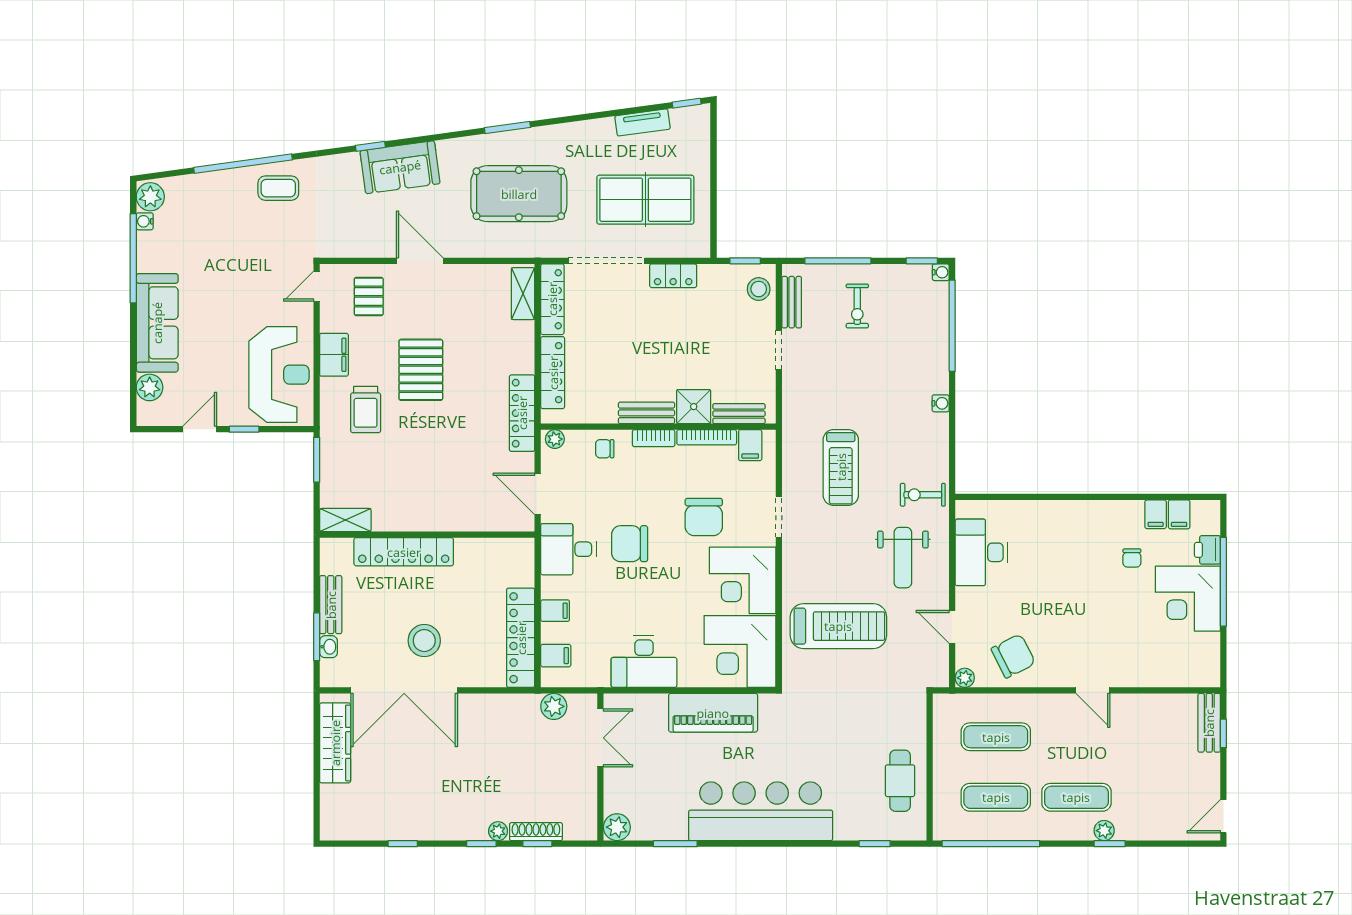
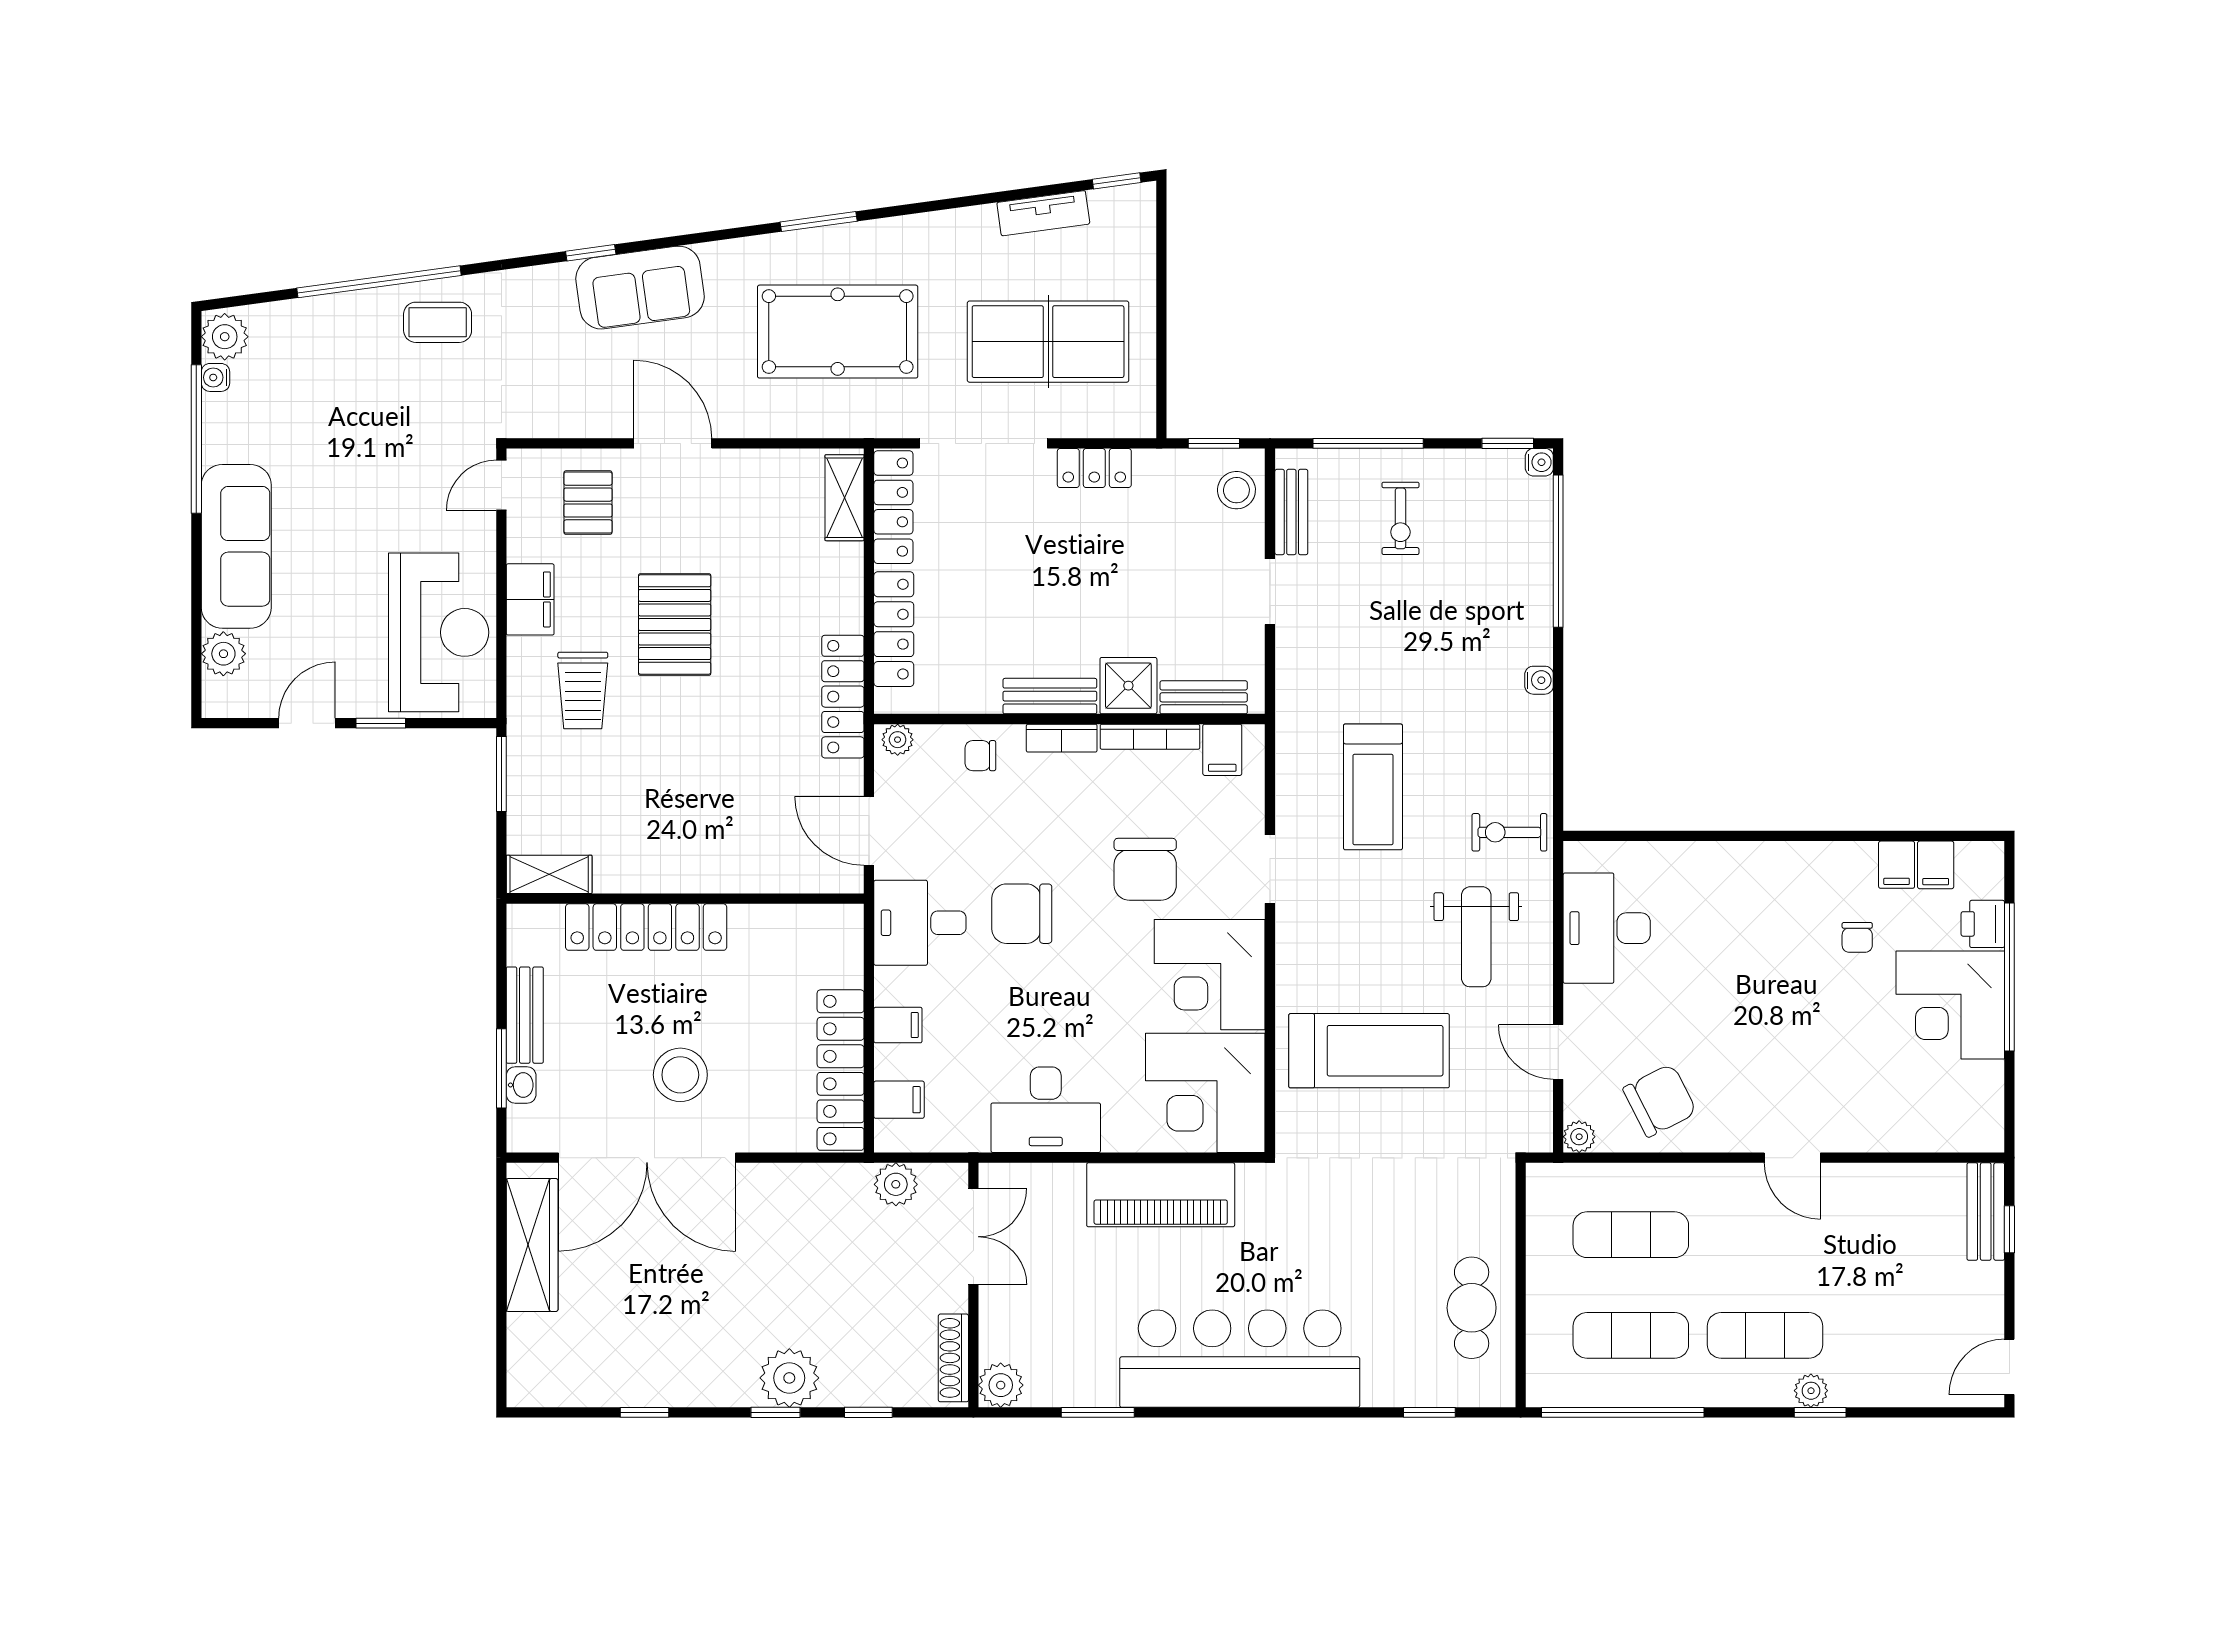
plant: (498, 831) -> (789, 1378), width x1.88, depth x1.88
shoe rack: (536, 832) -> (953, 1358), moved, turned -90

